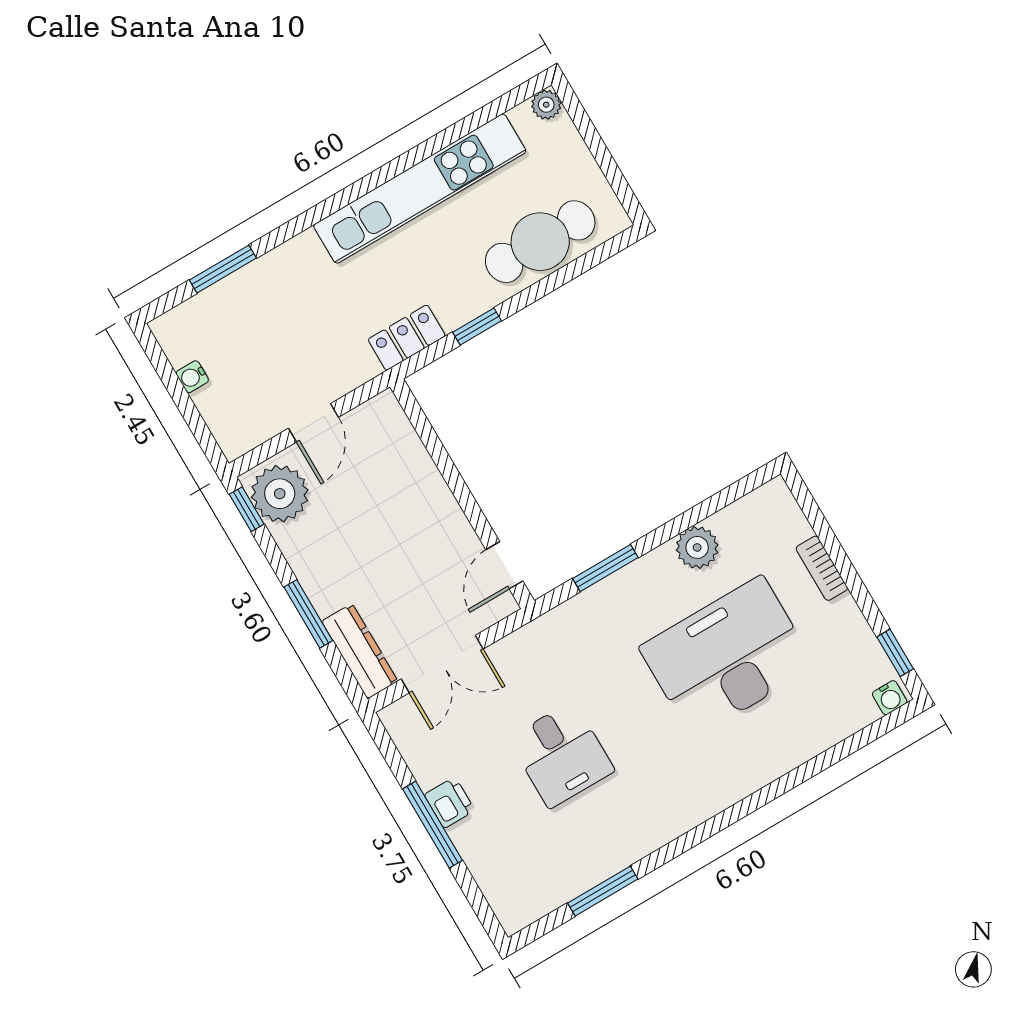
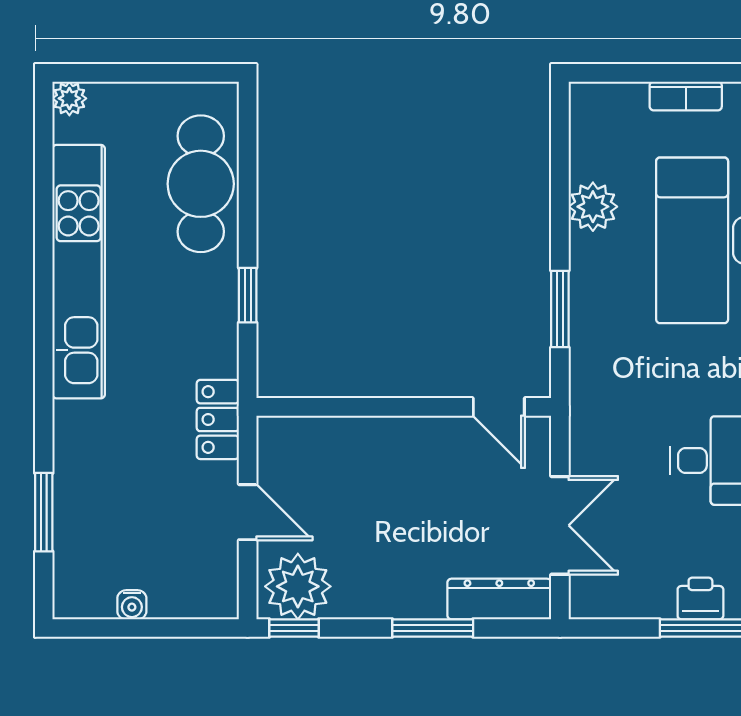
locker: (407, 338) -> (218, 419), moved

